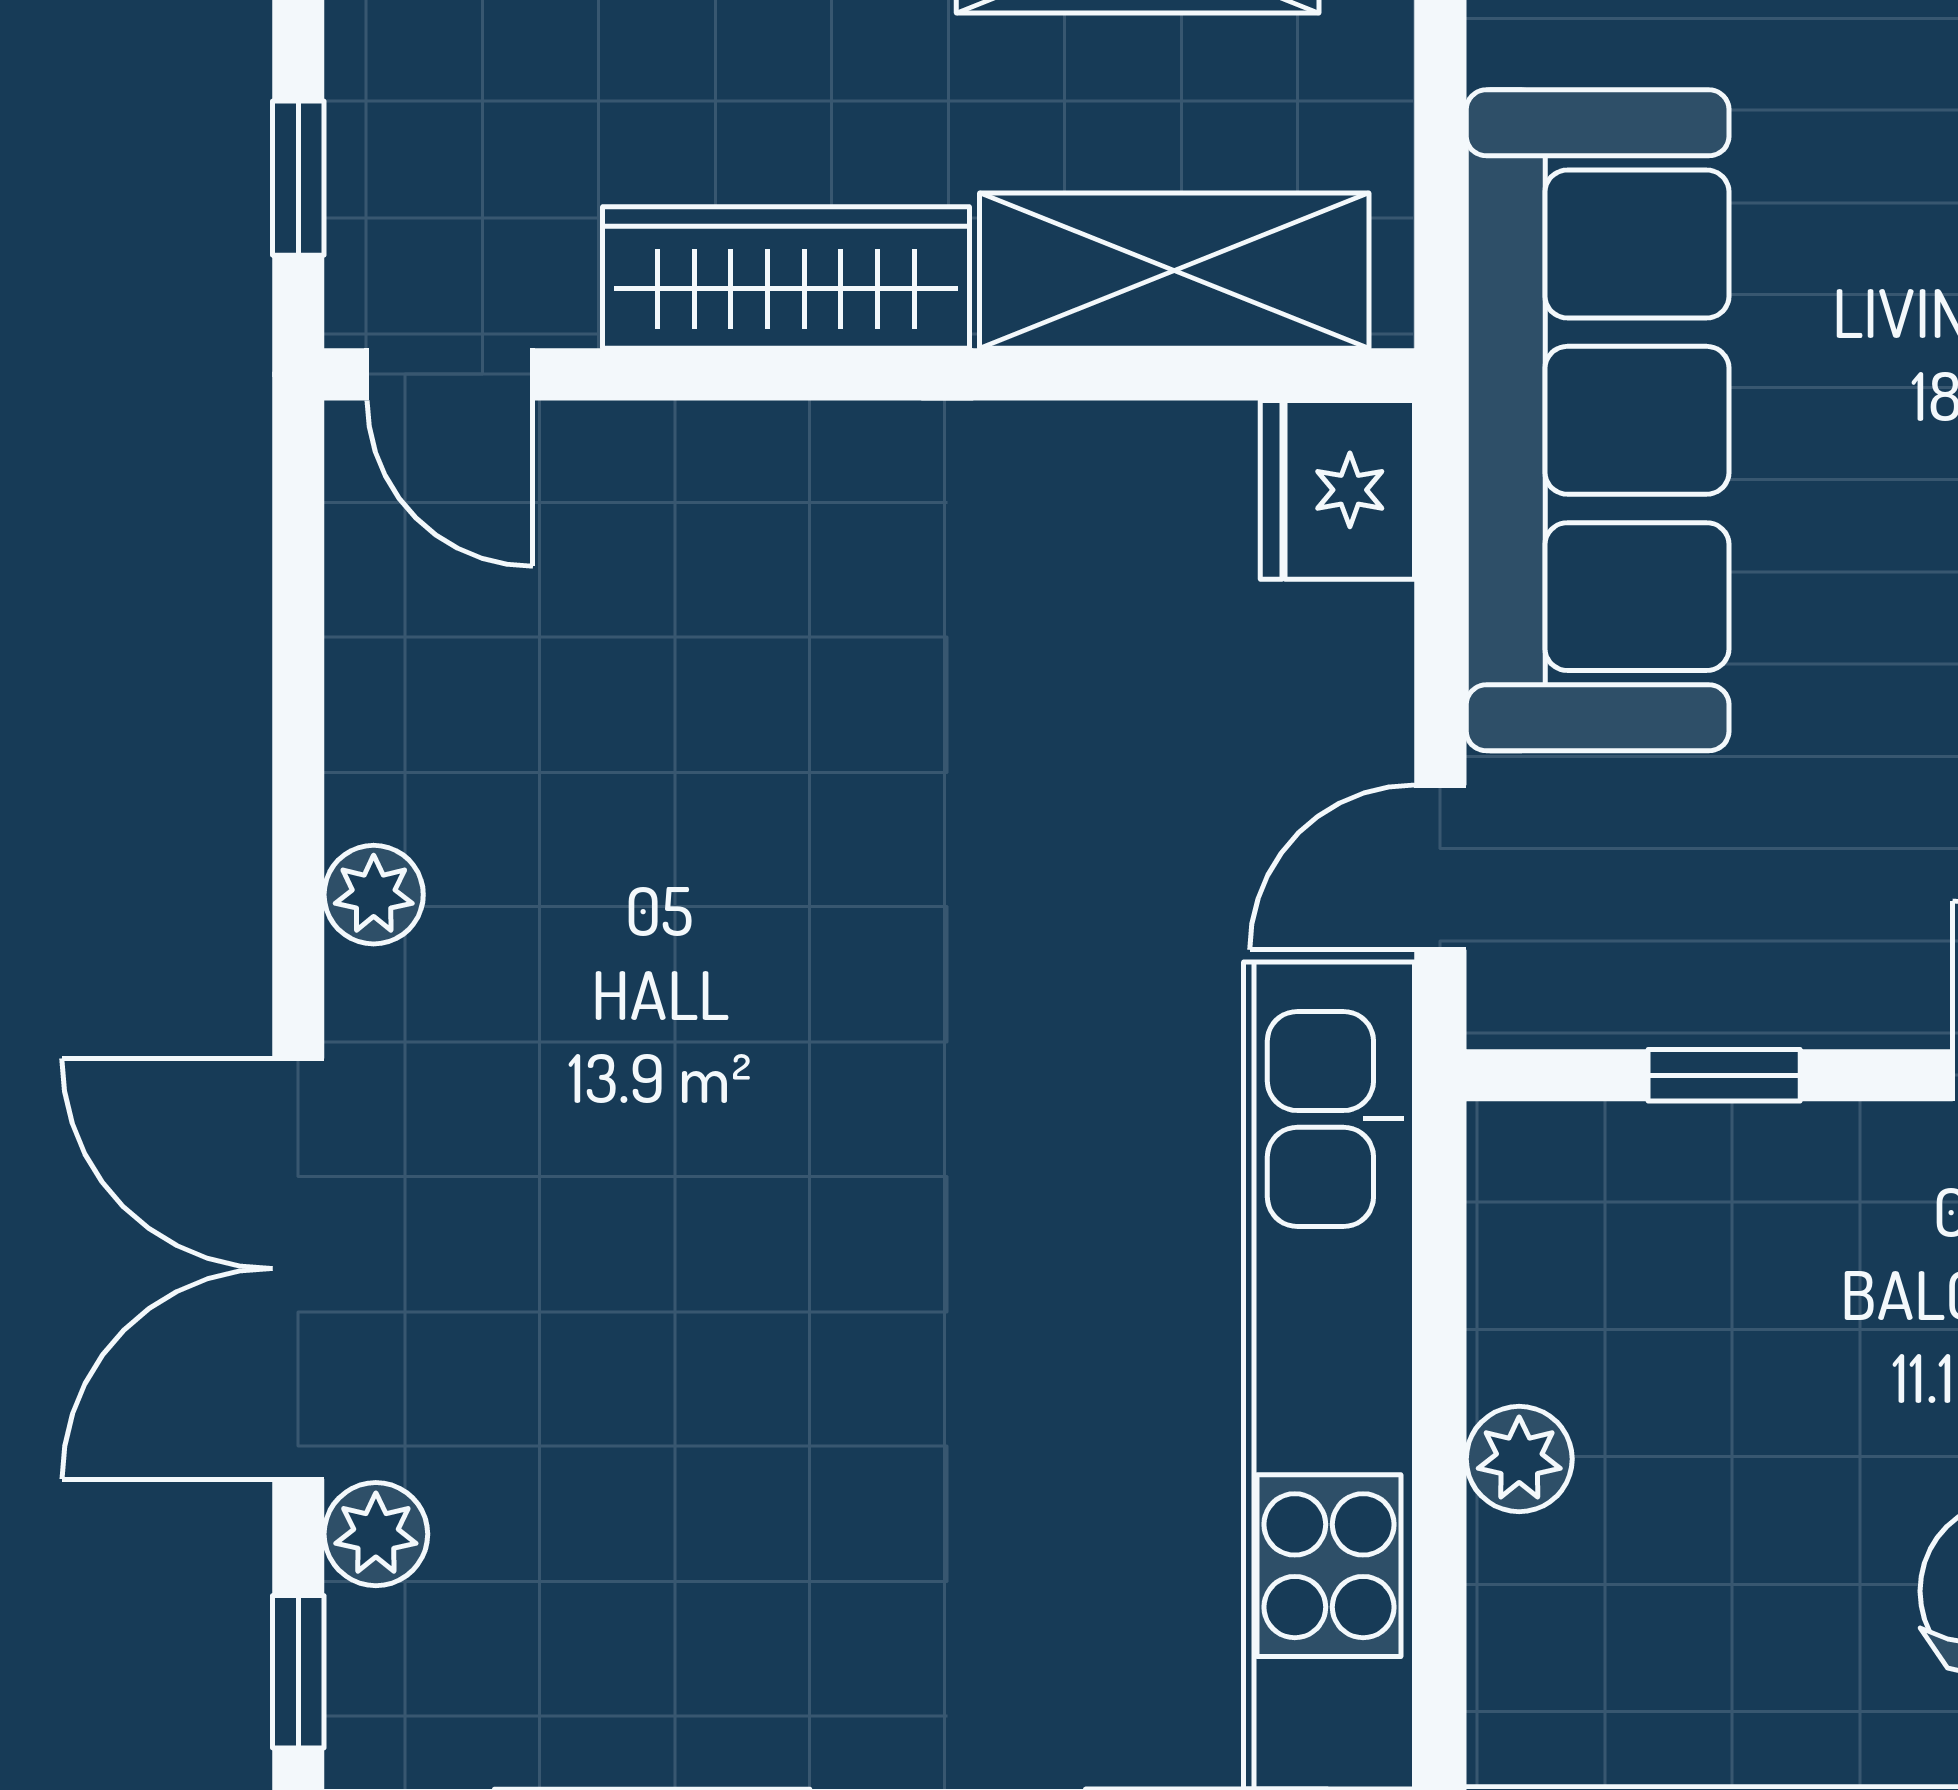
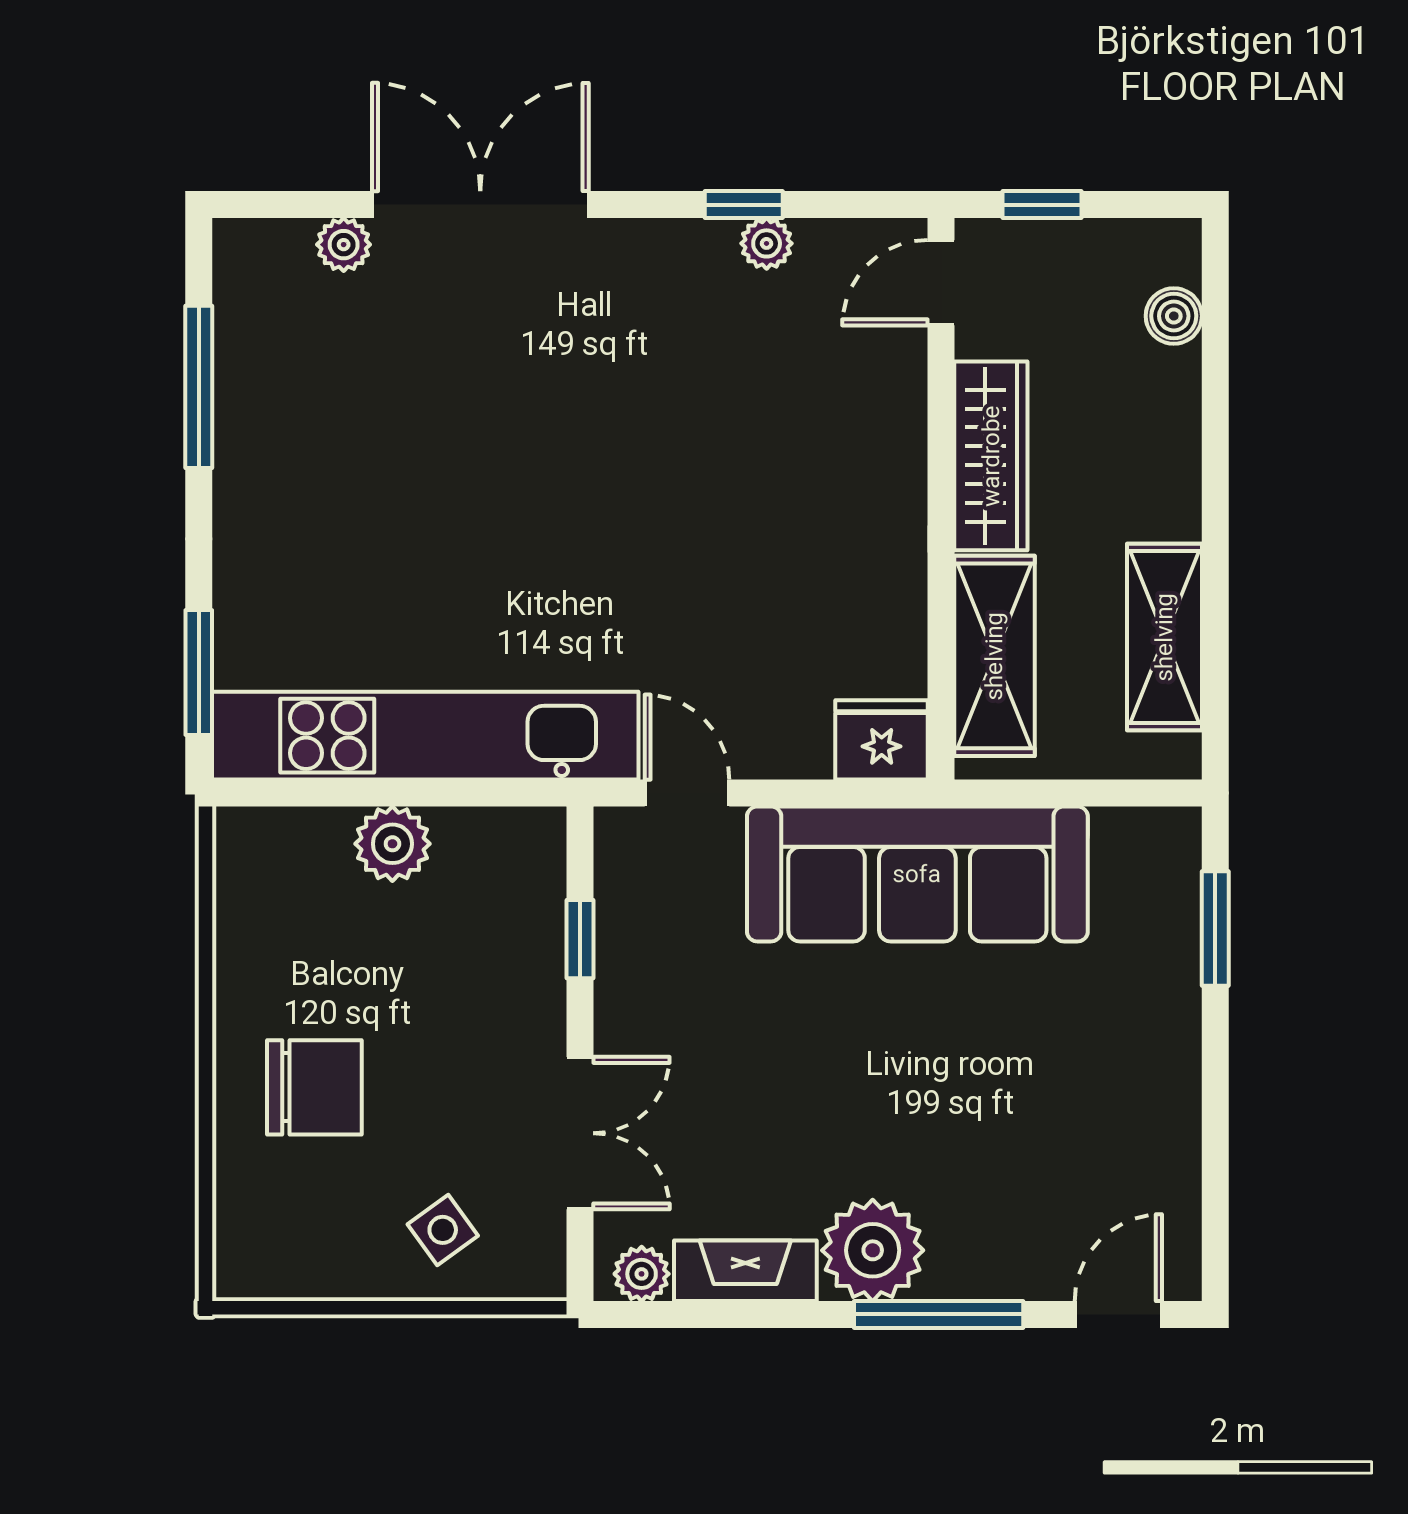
plant: (374, 895) -> (767, 243), moved
plant: (1519, 1459) -> (392, 844), width x1.38, depth x1.38
window: (298, 1672) -> (744, 205), moved

